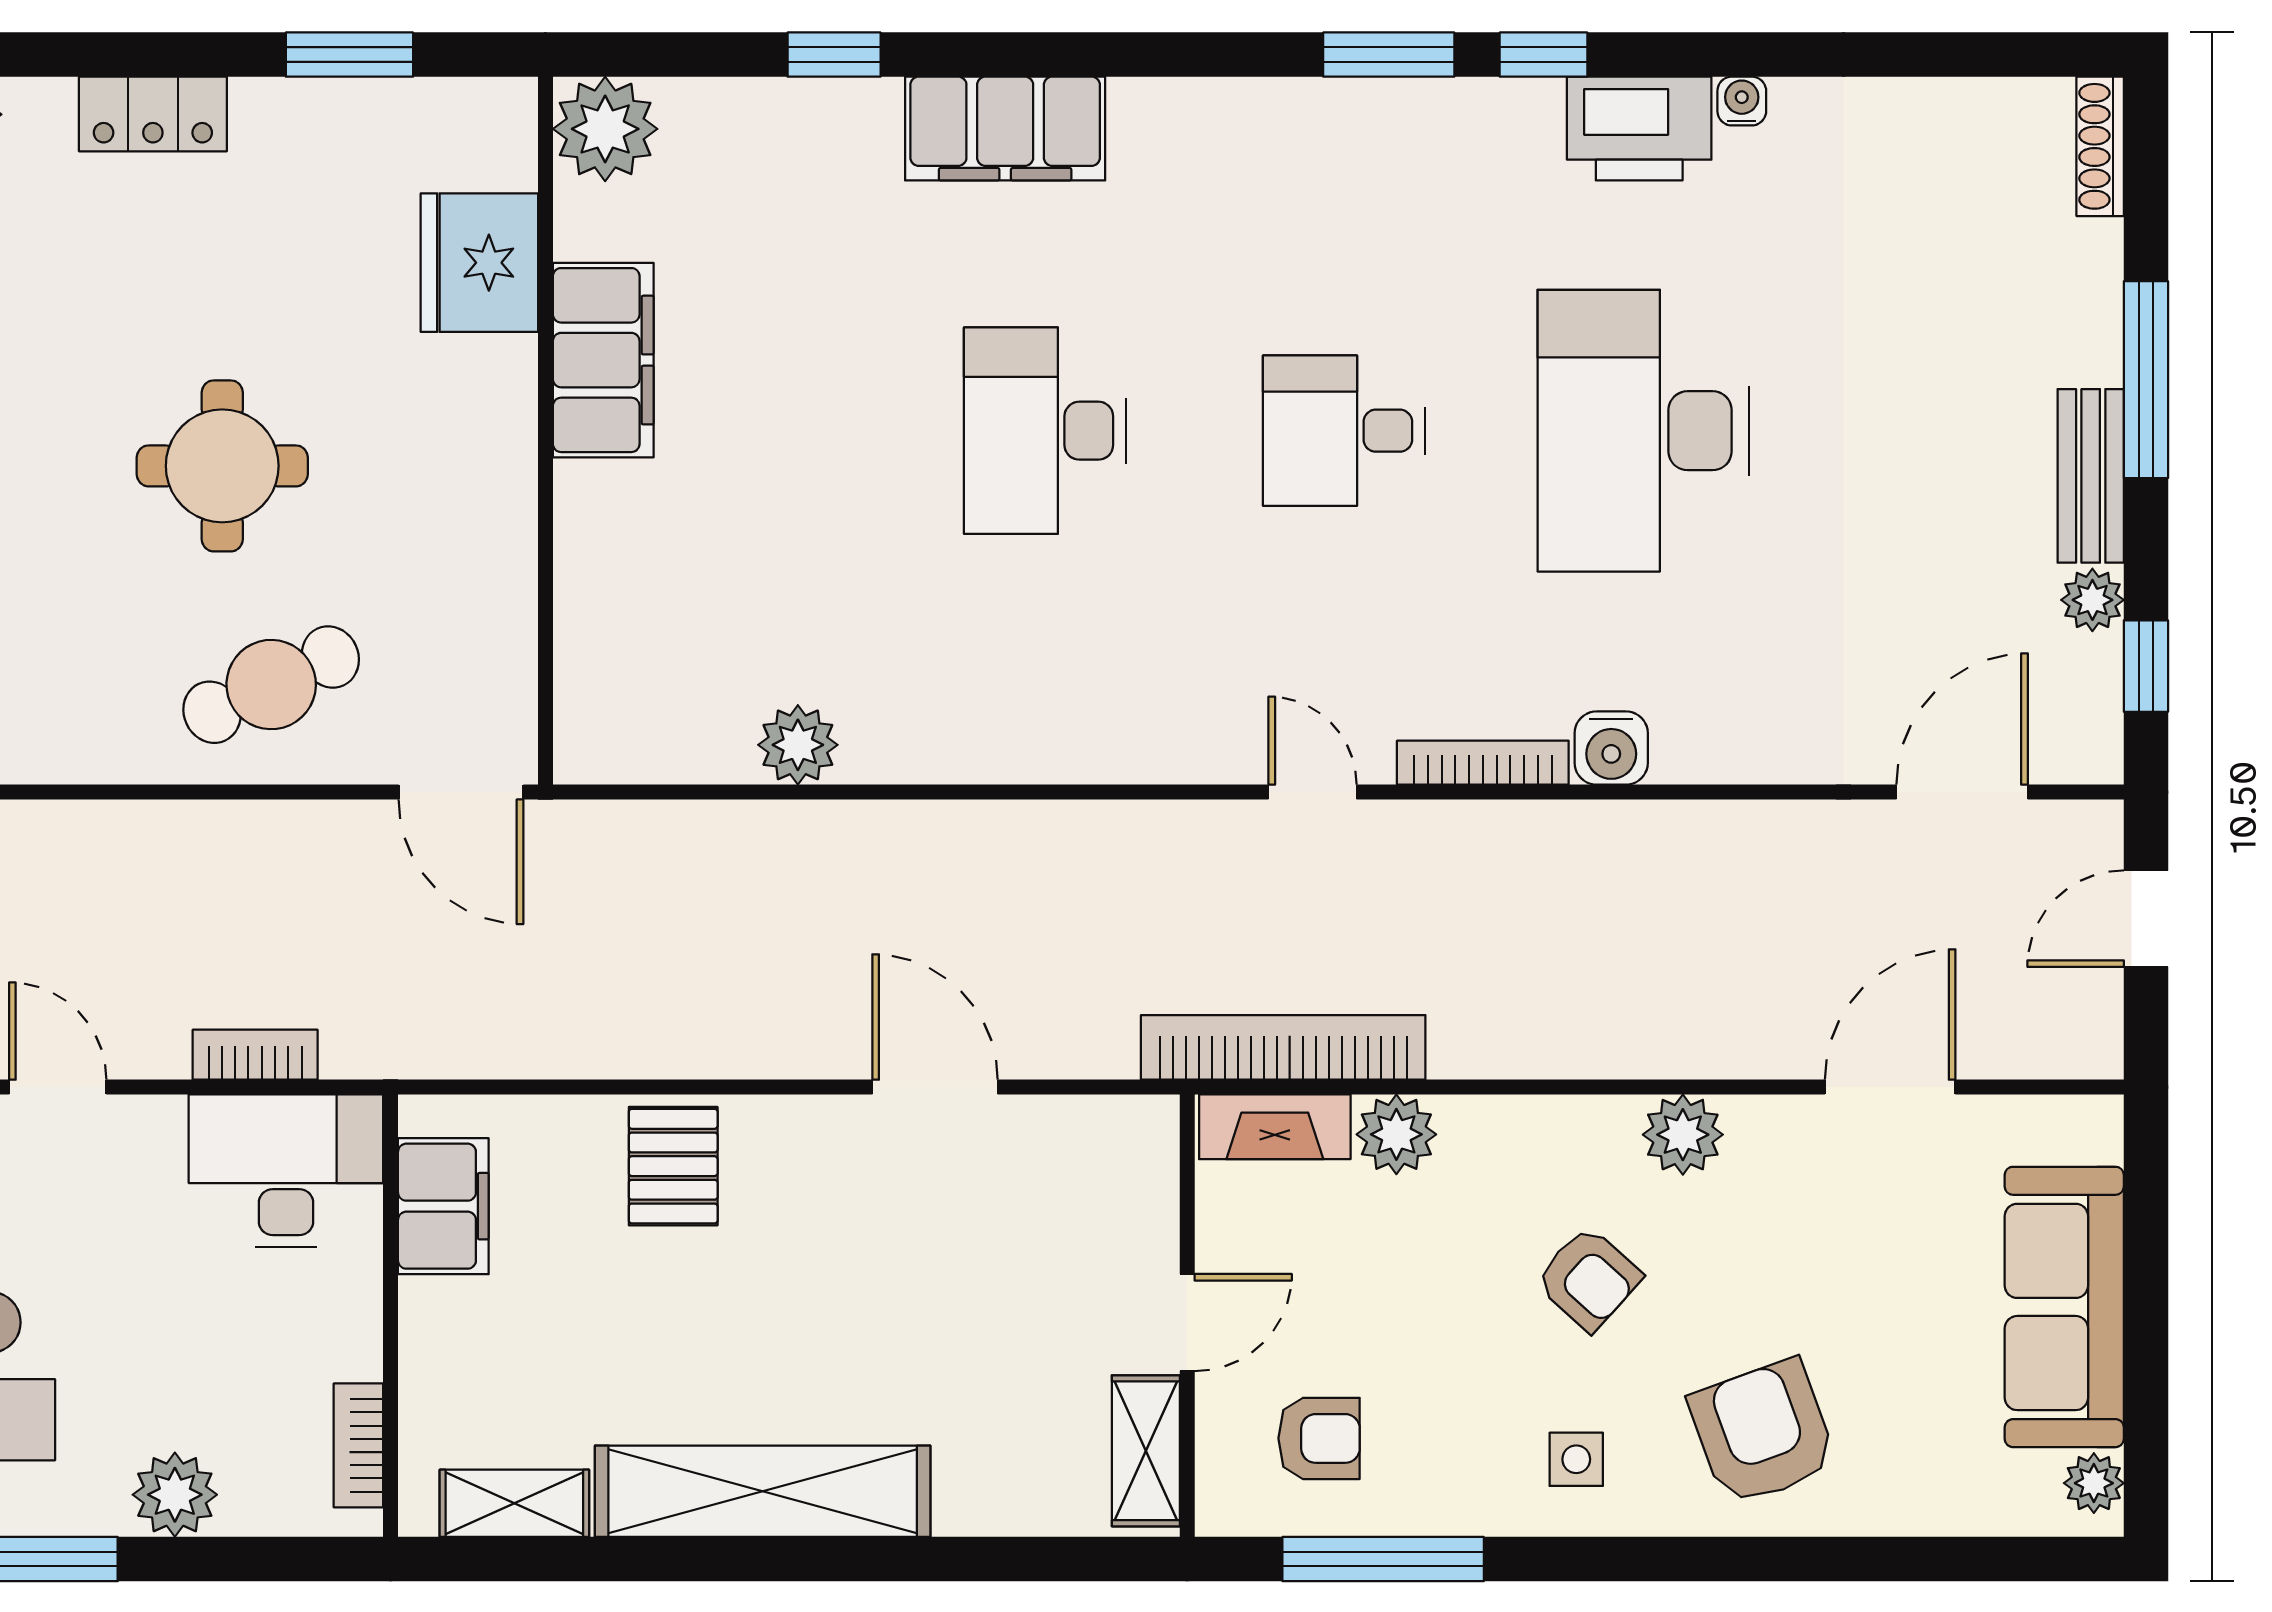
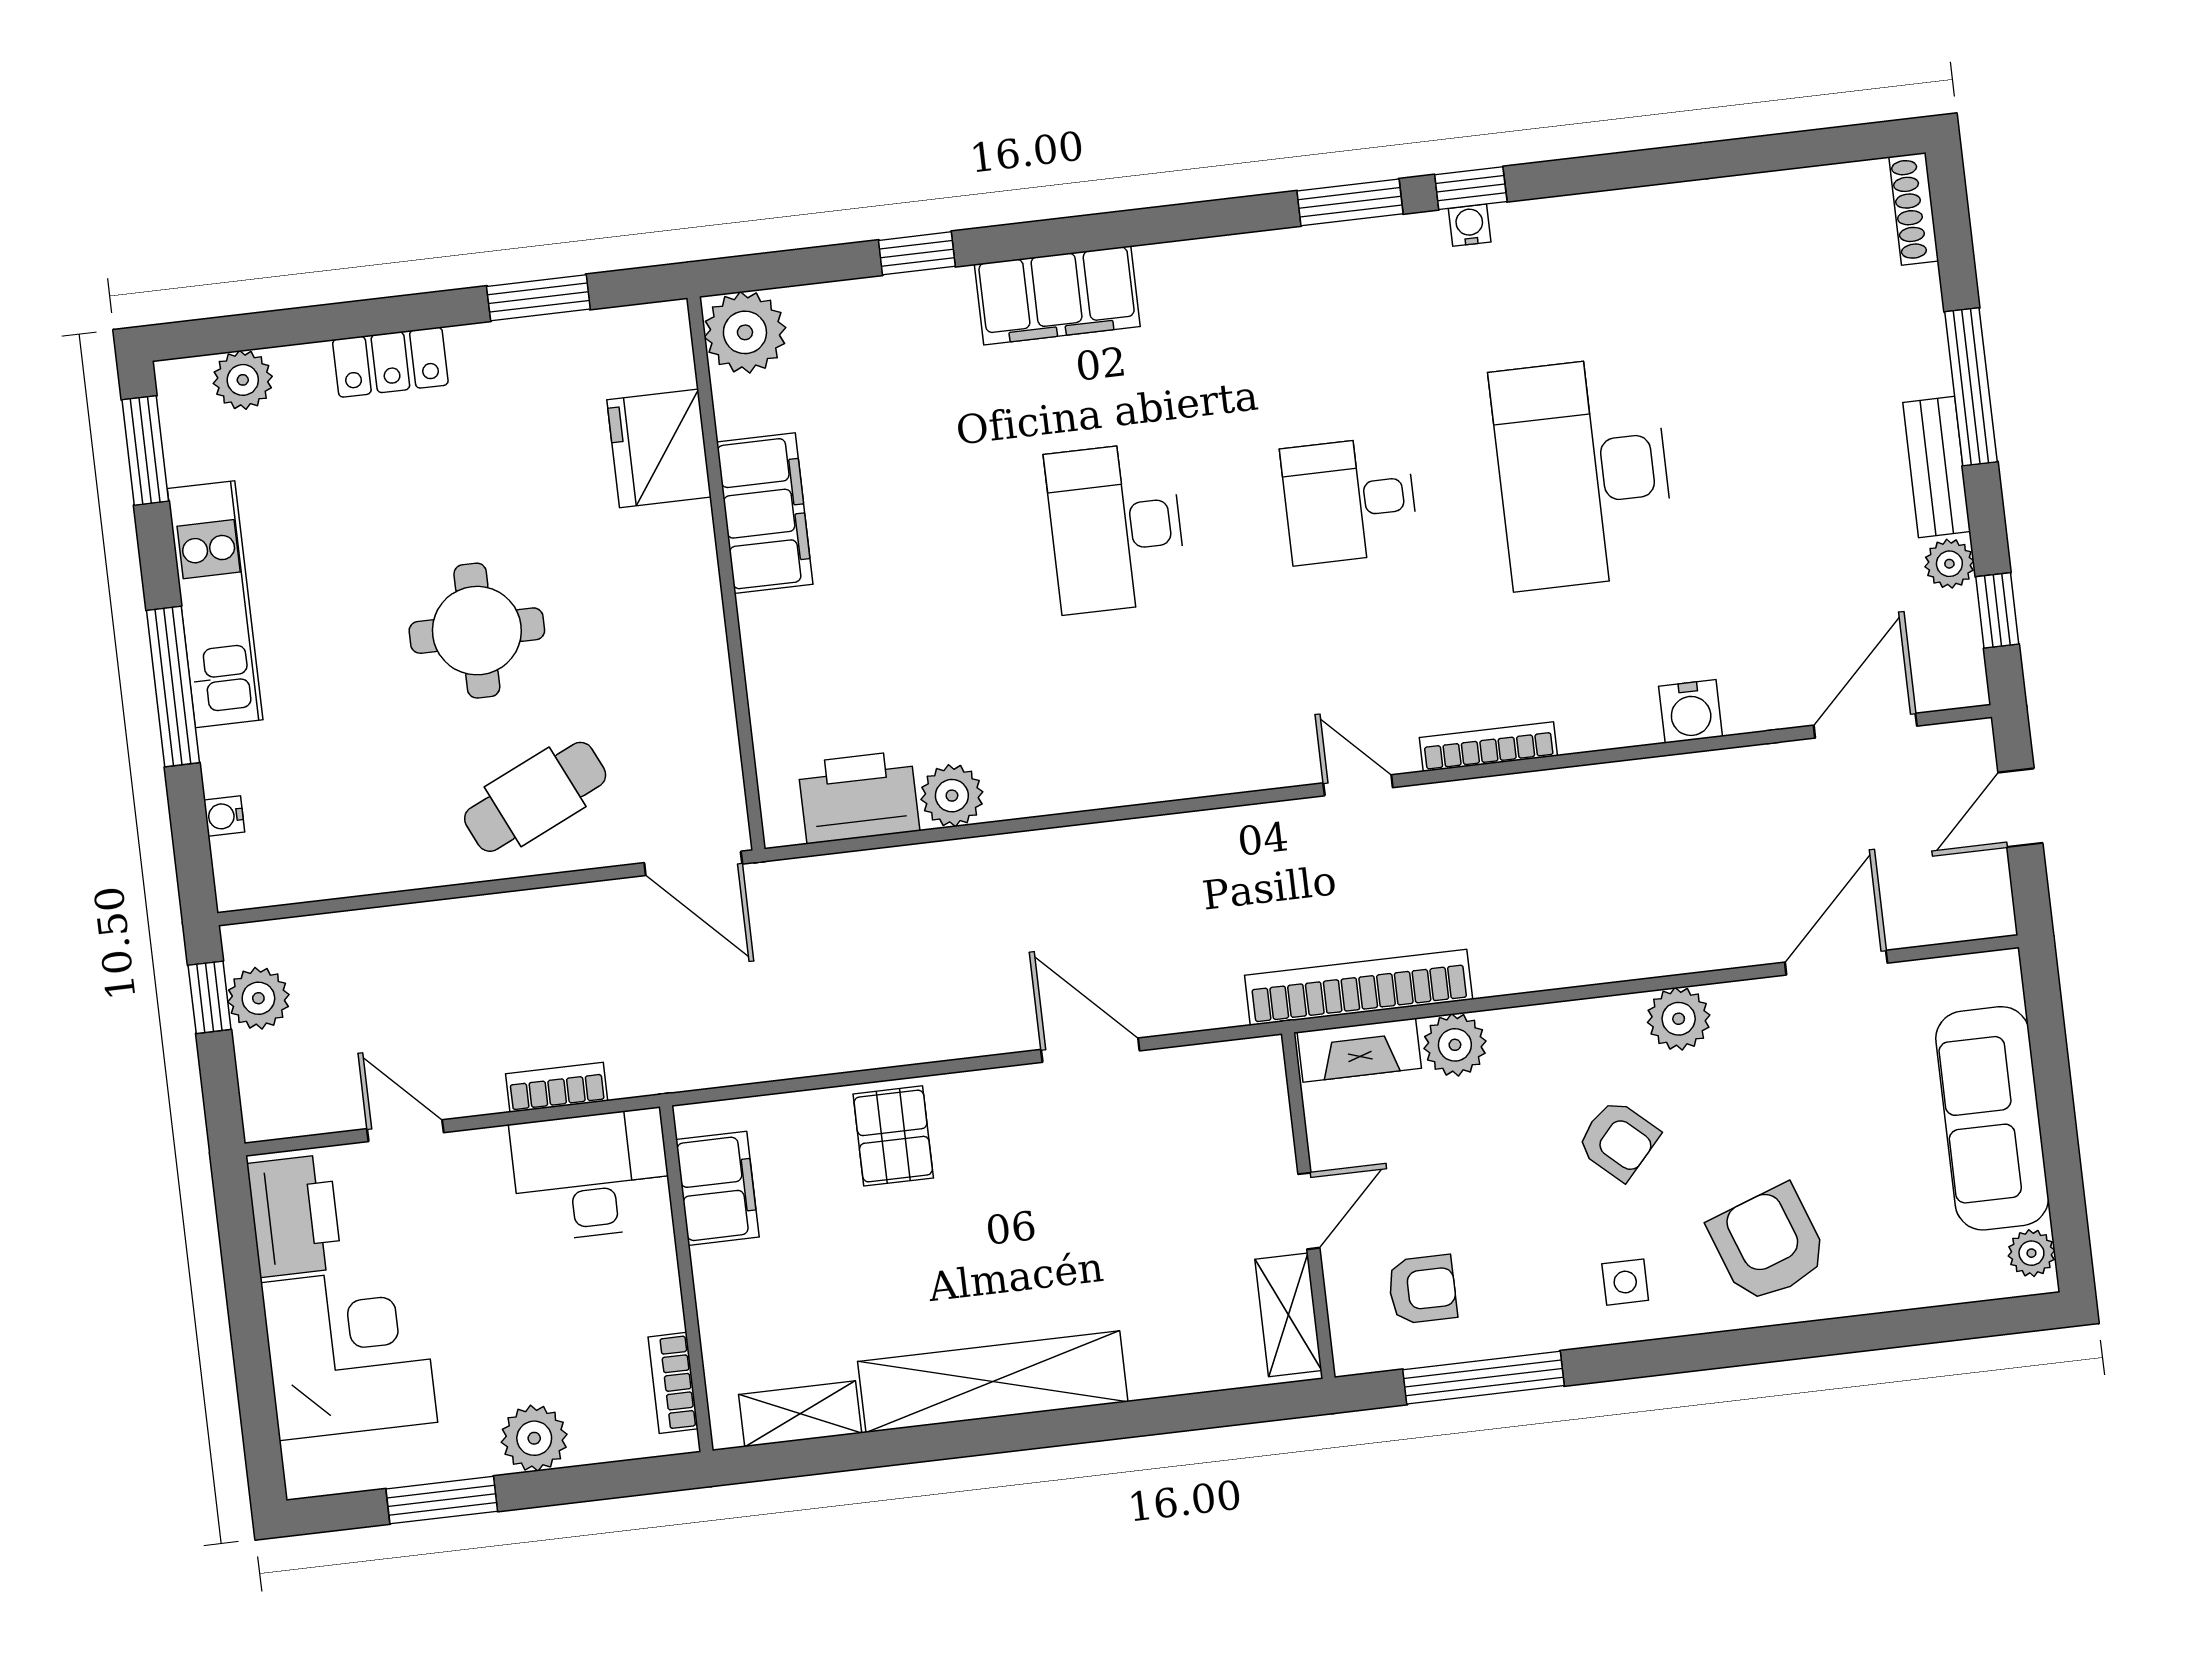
water cooler: (1742, 101) -> (1470, 225), moved
printer: (1639, 129) -> (859, 797), moved, turned 180
water cooler: (1611, 748) -> (1691, 711), moved

